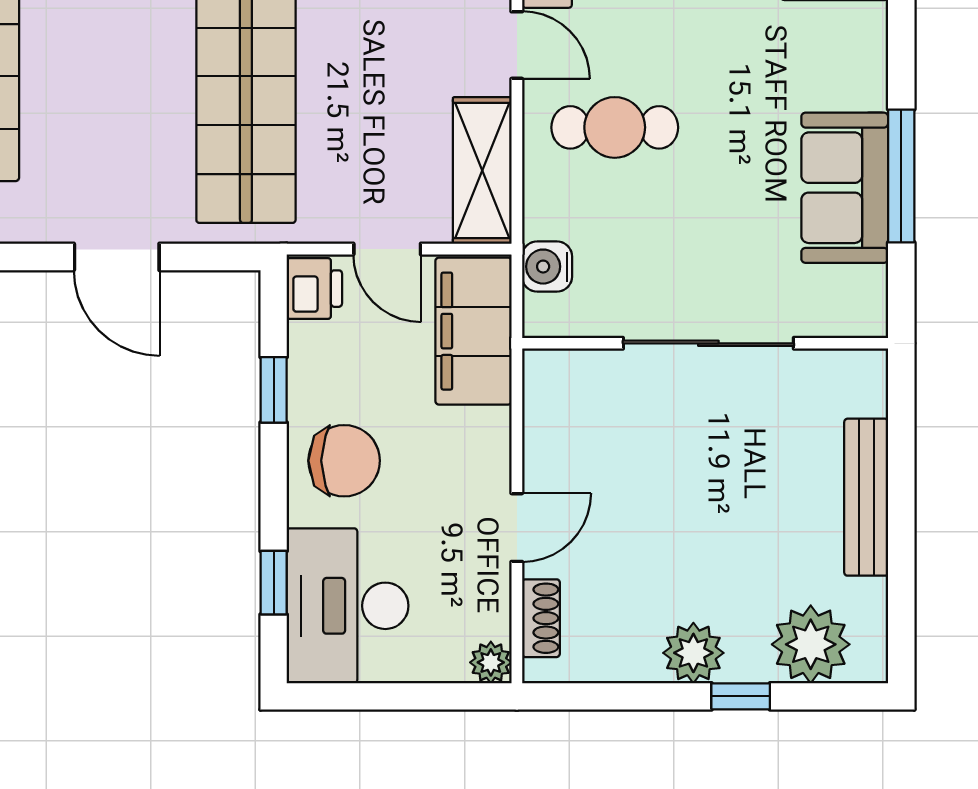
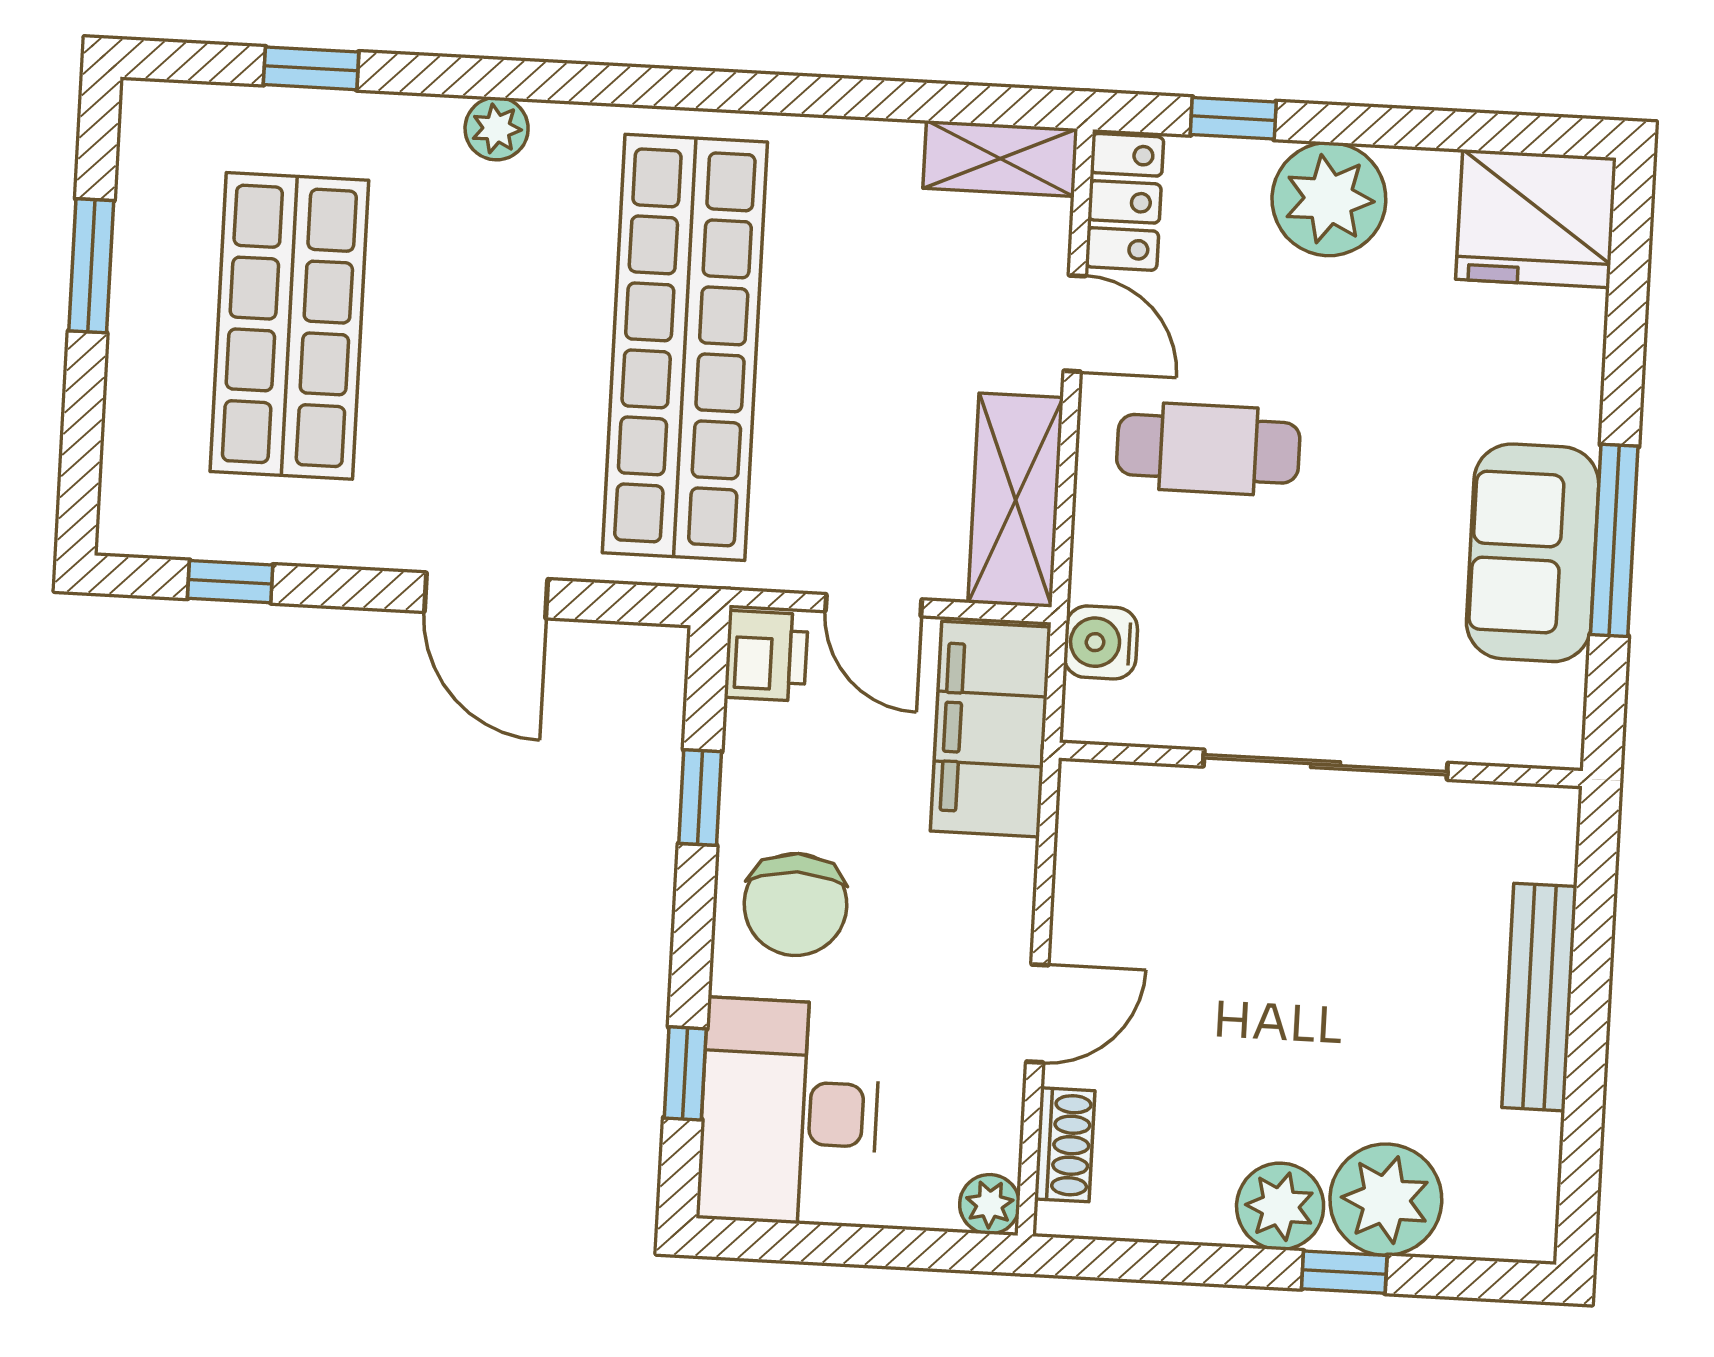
chair: (344, 461) -> (795, 904), turned 90
plant: (811, 644) -> (1386, 1200), moved

